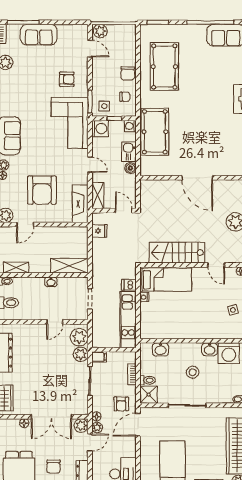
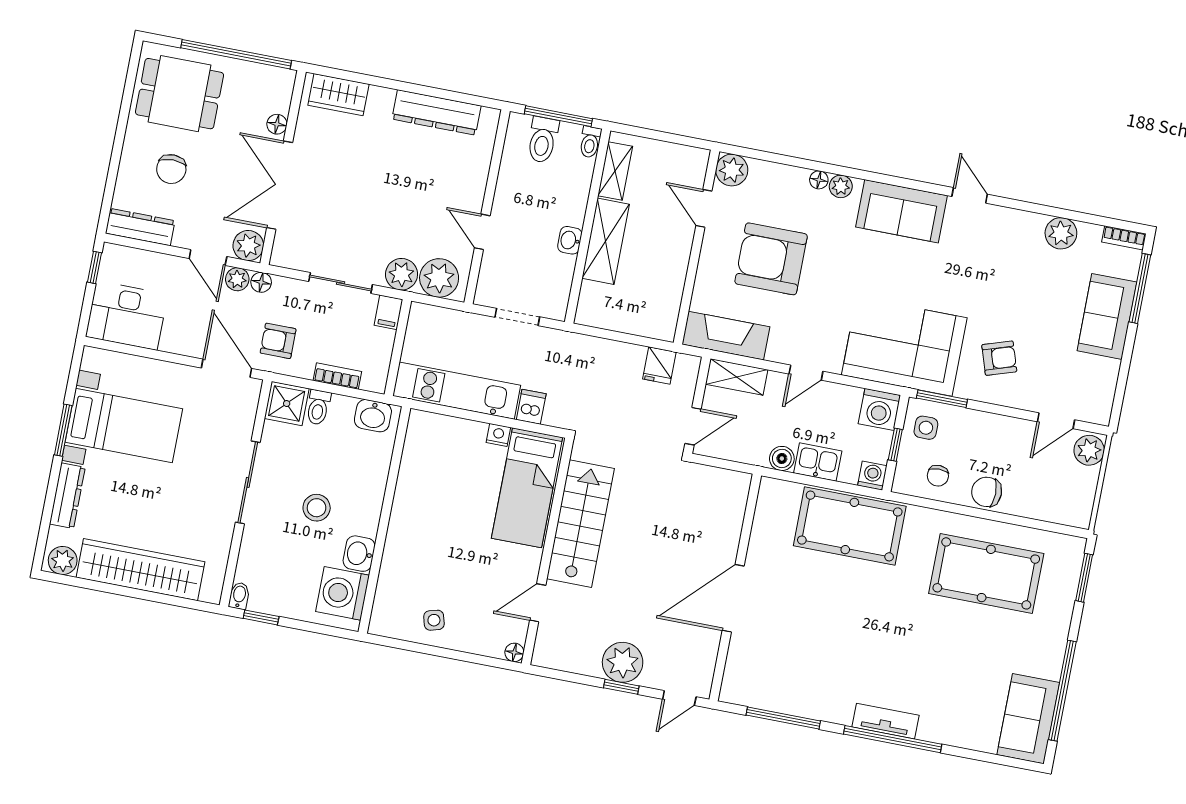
armchair: (67, 79) -> (999, 358), turned -108
shelving: (69, 266) -> (606, 241), moved
washbasin: (161, 349) -> (373, 416), moved, turned -90
chair: (53, 467) -> (171, 169), turned -90

